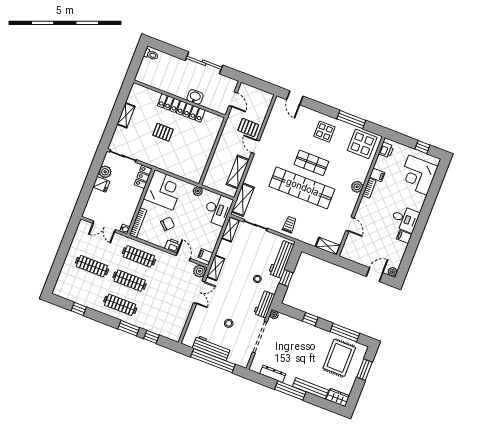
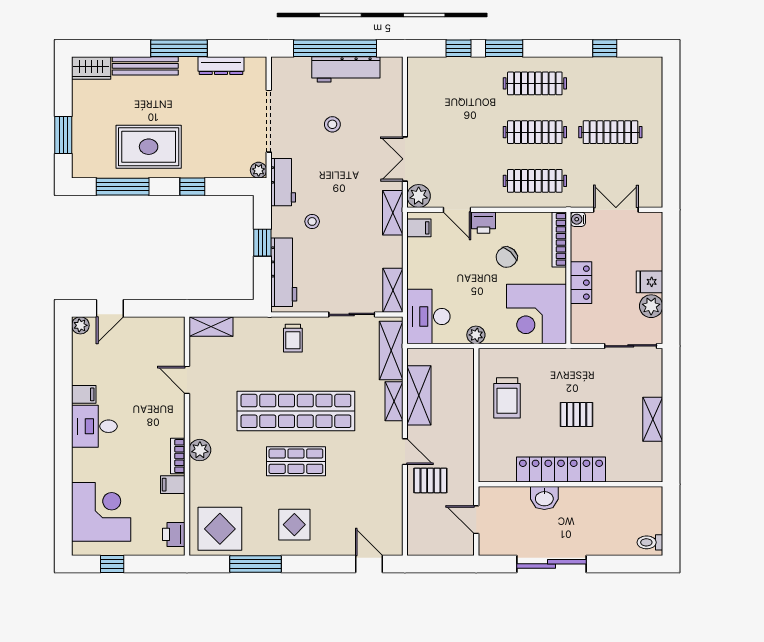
trolley: (194, 154) -> (507, 398), added
shelving: (251, 174) -> (394, 401), added
locker: (143, 177) -> (581, 283), moved
rug: (339, 358) -> (149, 147), moved, turned 90

